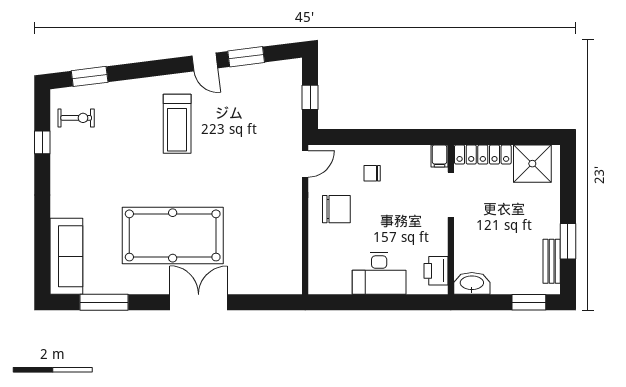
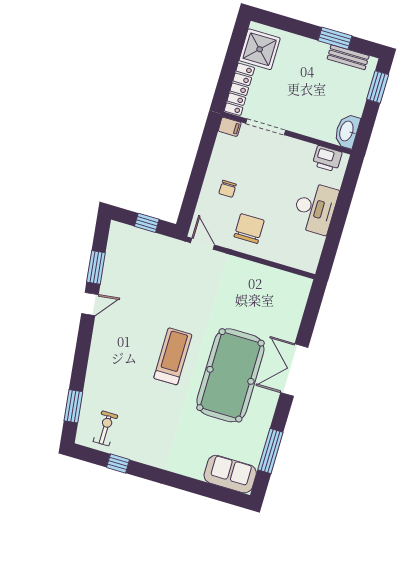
treadmill: (177, 124) -> (173, 356), moved, turned -90
sofa: (66, 256) -> (230, 474), width x0.73

